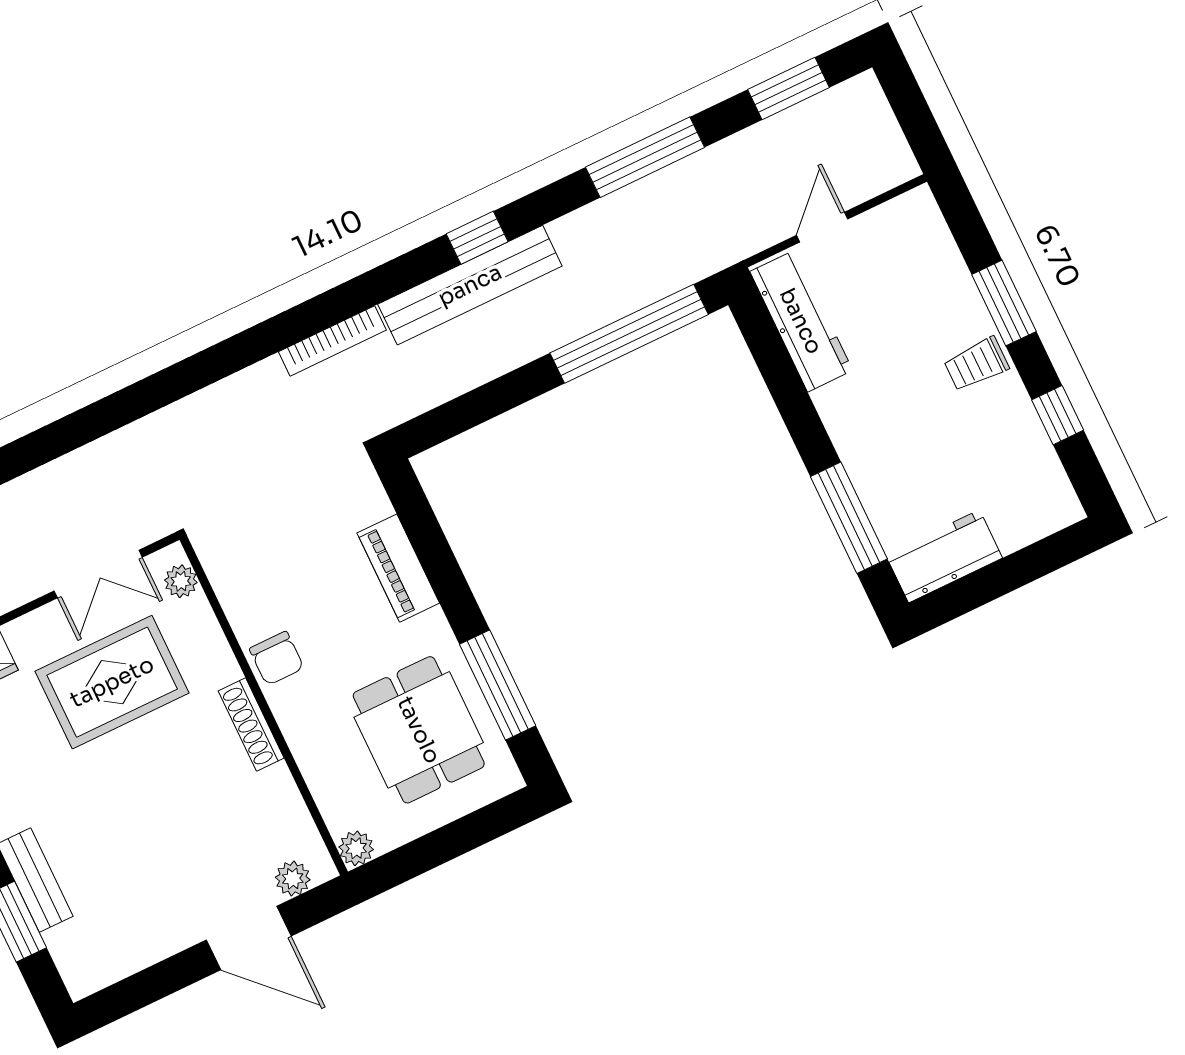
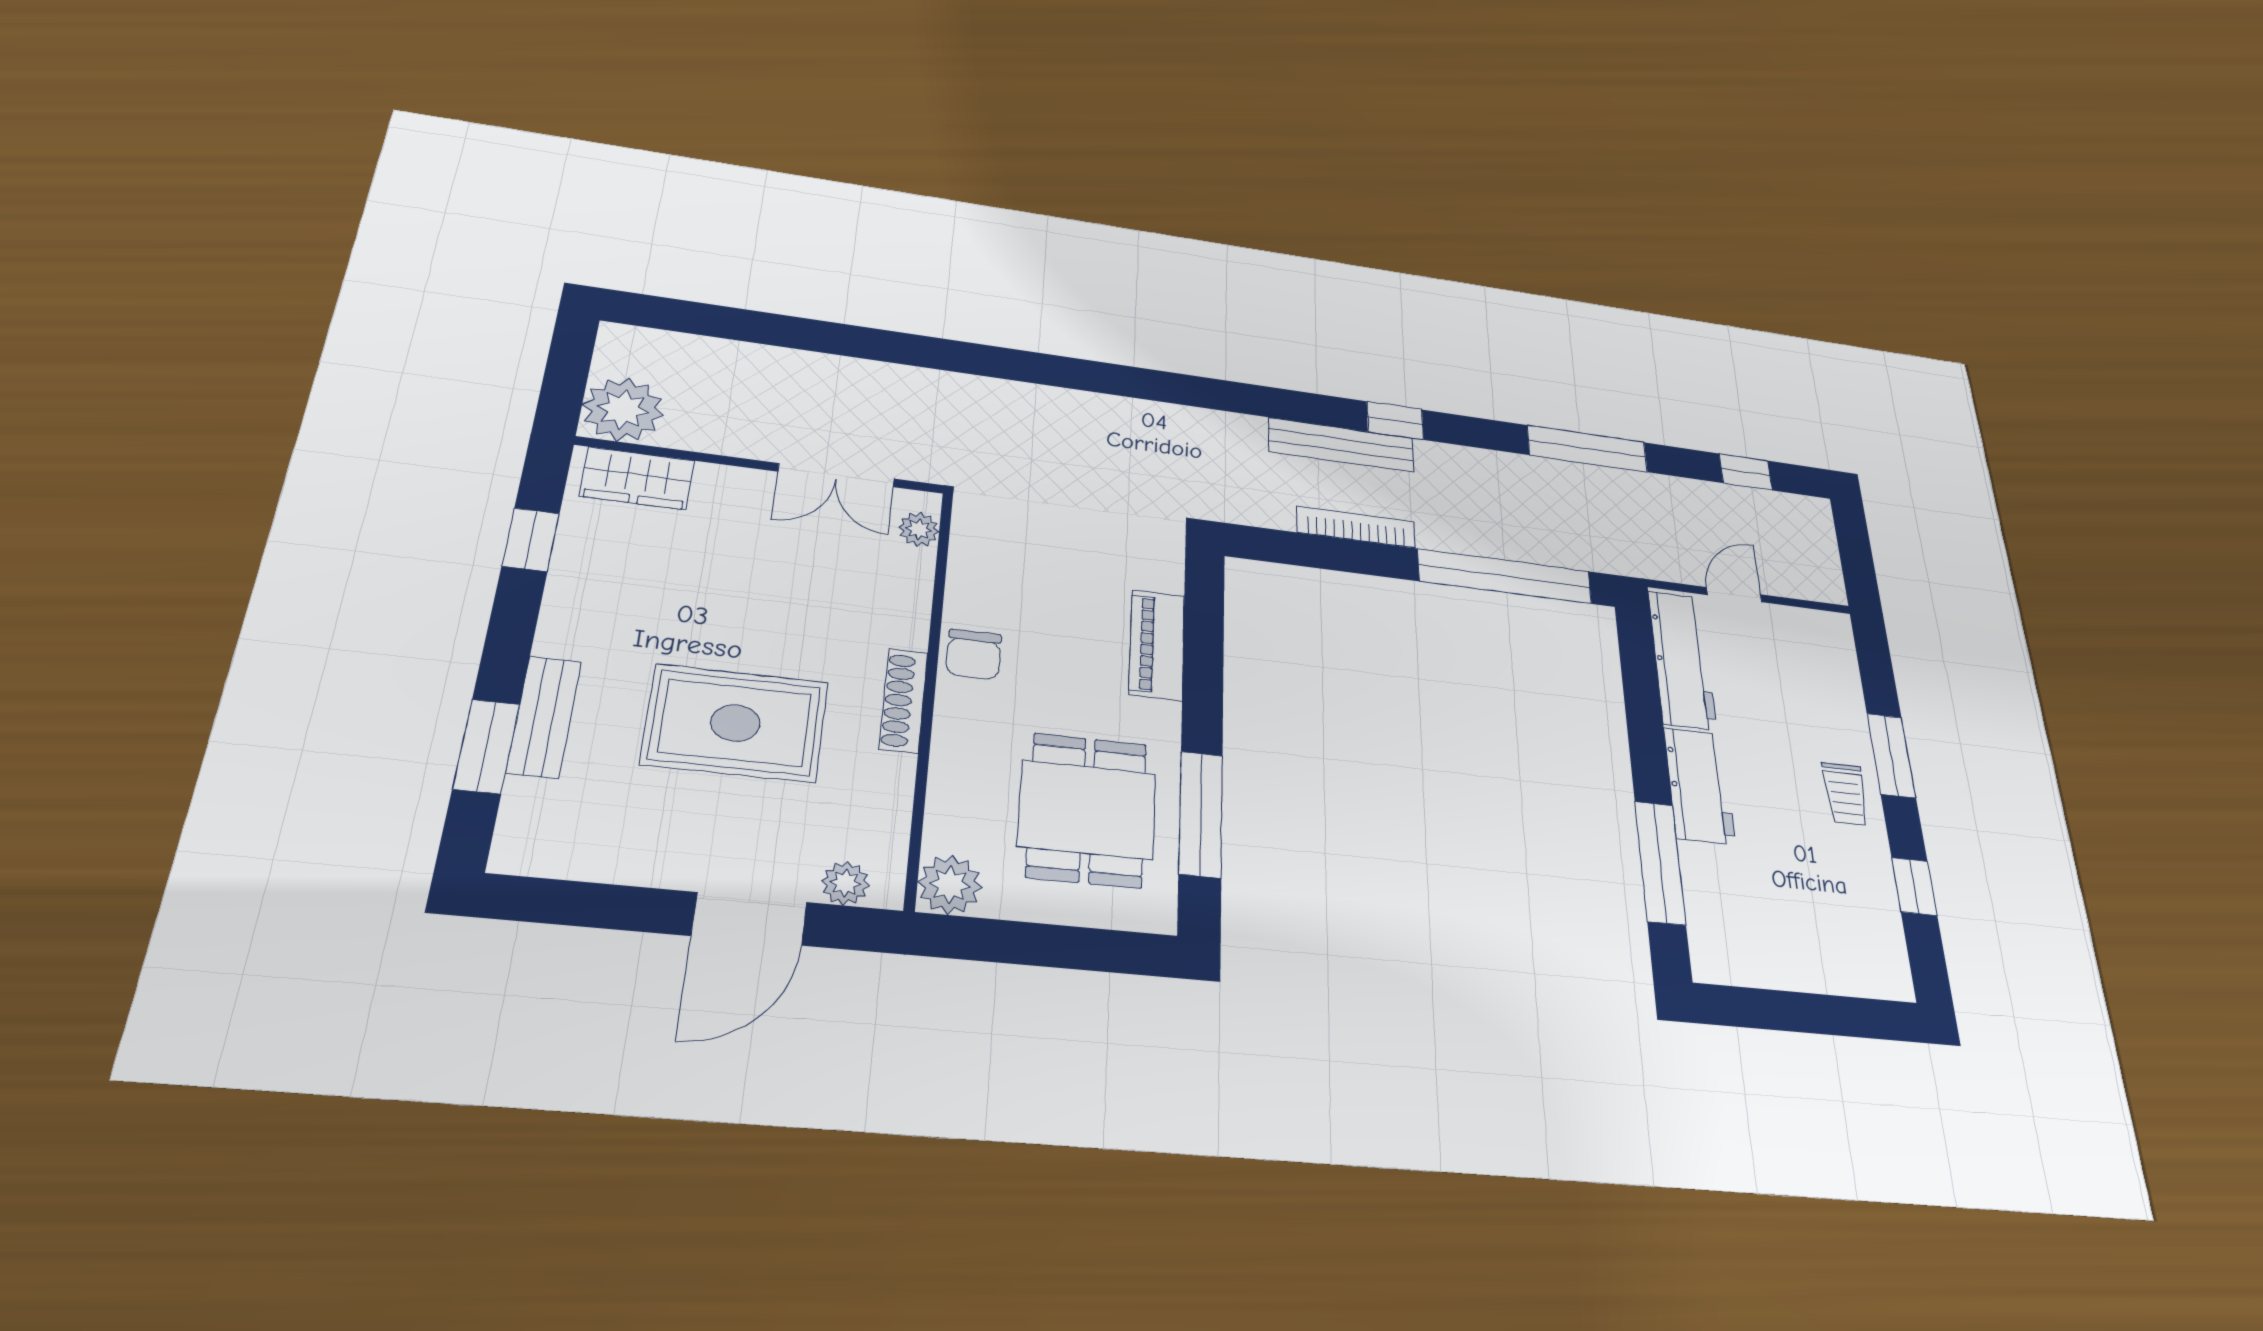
window: (789, 88) -> (1746, 472), width x0.67
bench: (470, 285) -> (1341, 445), width x0.73, depth x0.82
bookcase: (332, 341) -> (1356, 527), moved, turned 180
trolley: (976, 364) -> (1845, 794), turned -90
workbench: (944, 556) -> (1699, 786), moved, turned 90
rug: (112, 682) -> (735, 723), moved
plant: (356, 848) -> (950, 885), width x1.38, depth x1.38
door: (249, 938) -> (749, 919), hinge flipped

